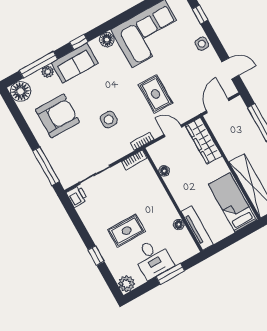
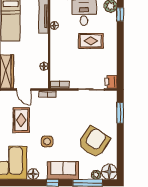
plant: (48, 72) -> (96, 175), moved
armchair: (58, 116) -> (94, 142), turned 123
side table: (109, 120) -> (47, 141), moved
window: (46, 166) -> (120, 113), width x0.69
window: (96, 256) -> (120, 14), moved

